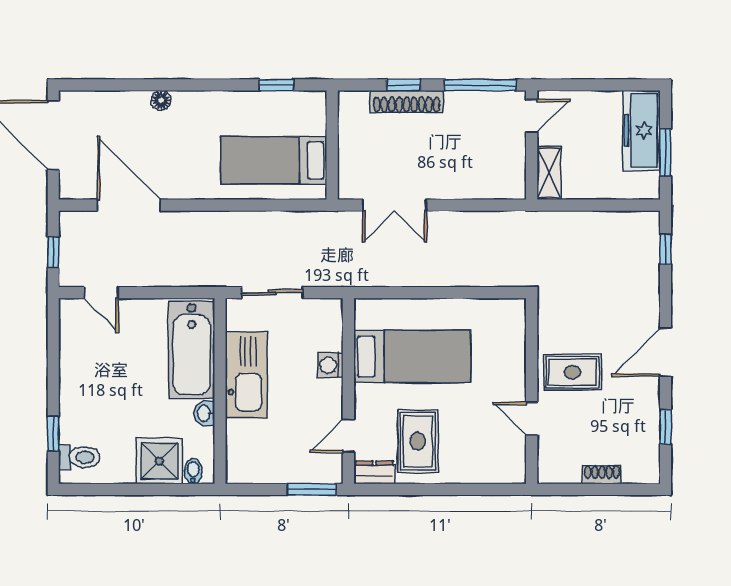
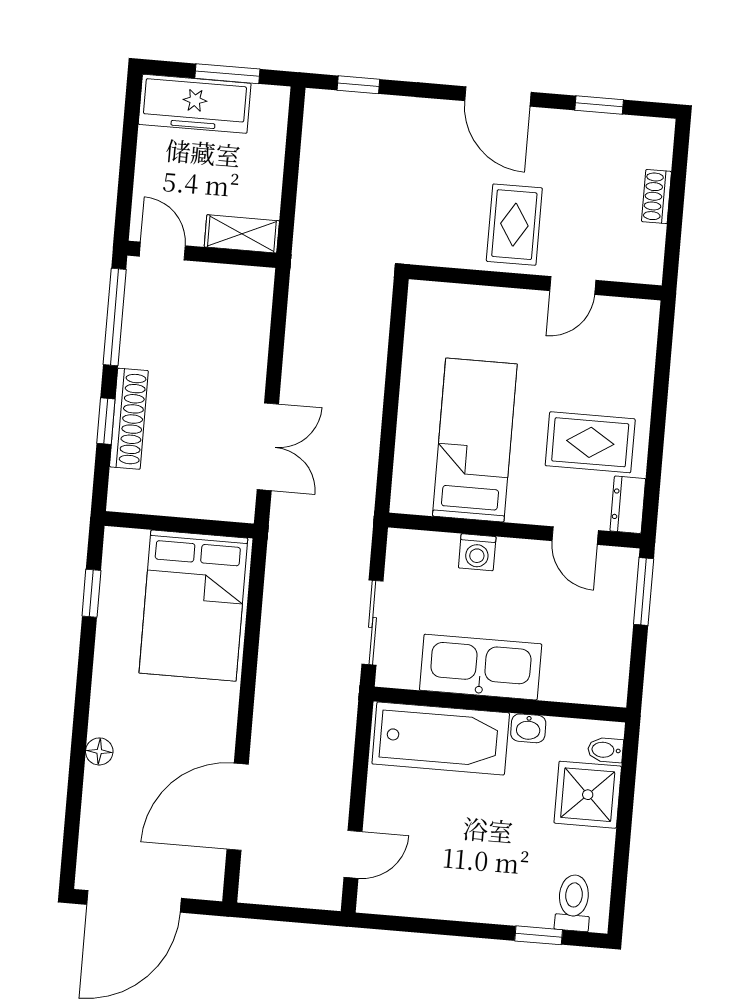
bed: (274, 160) -> (193, 606), width x1.50
window: (53, 252) -> (293, 915), removed

